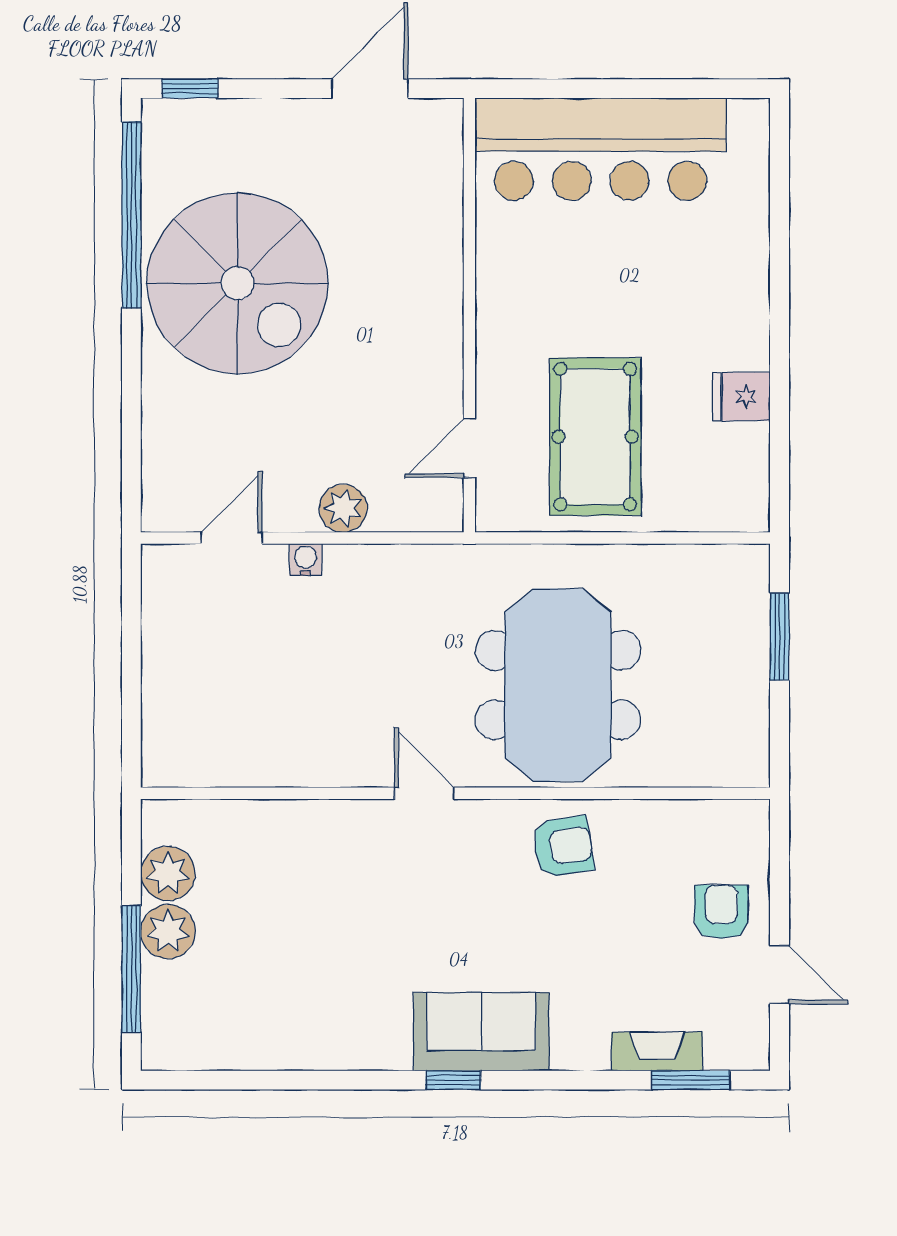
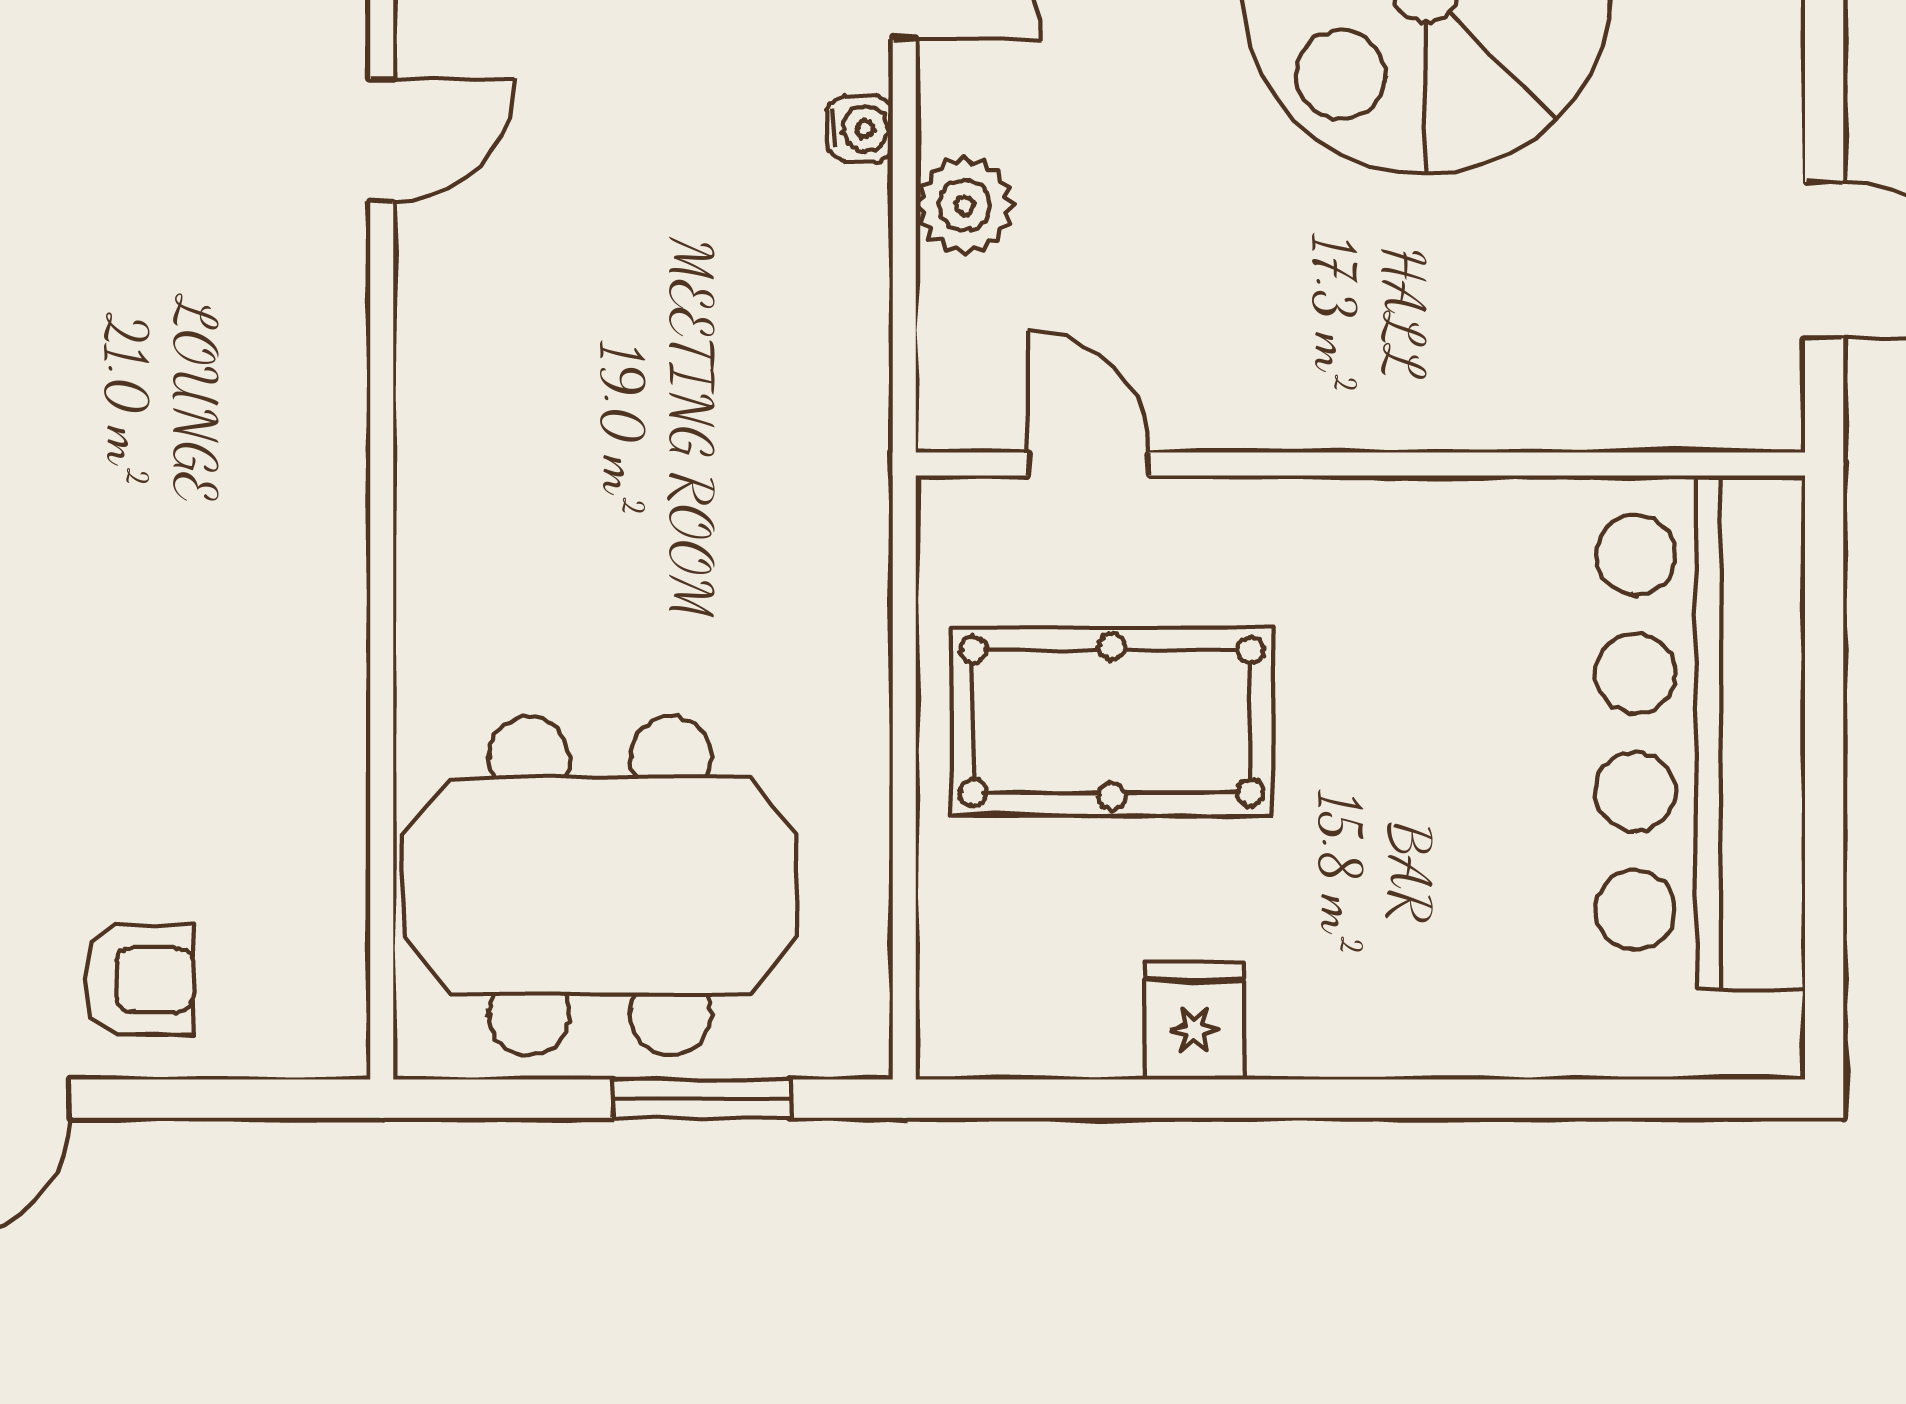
meeting table: (558, 685) -> (600, 886), moved
door: (424, 793) -> (382, 140), moved
armchair: (563, 847) -> (273, 655), removed

